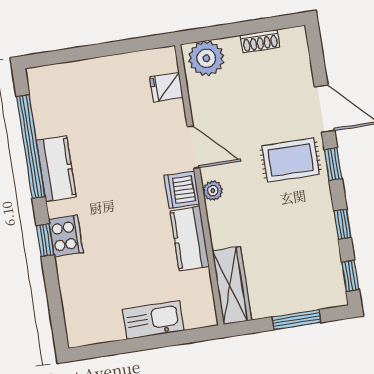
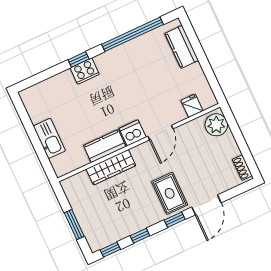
shoe rack: (260, 41) -> (242, 168), moved
kitchen counter: (56, 169) -> (182, 47), moved, turned 90
plant: (213, 191) -> (138, 152), removed
wardrobe: (232, 286) -> (111, 167), moved

